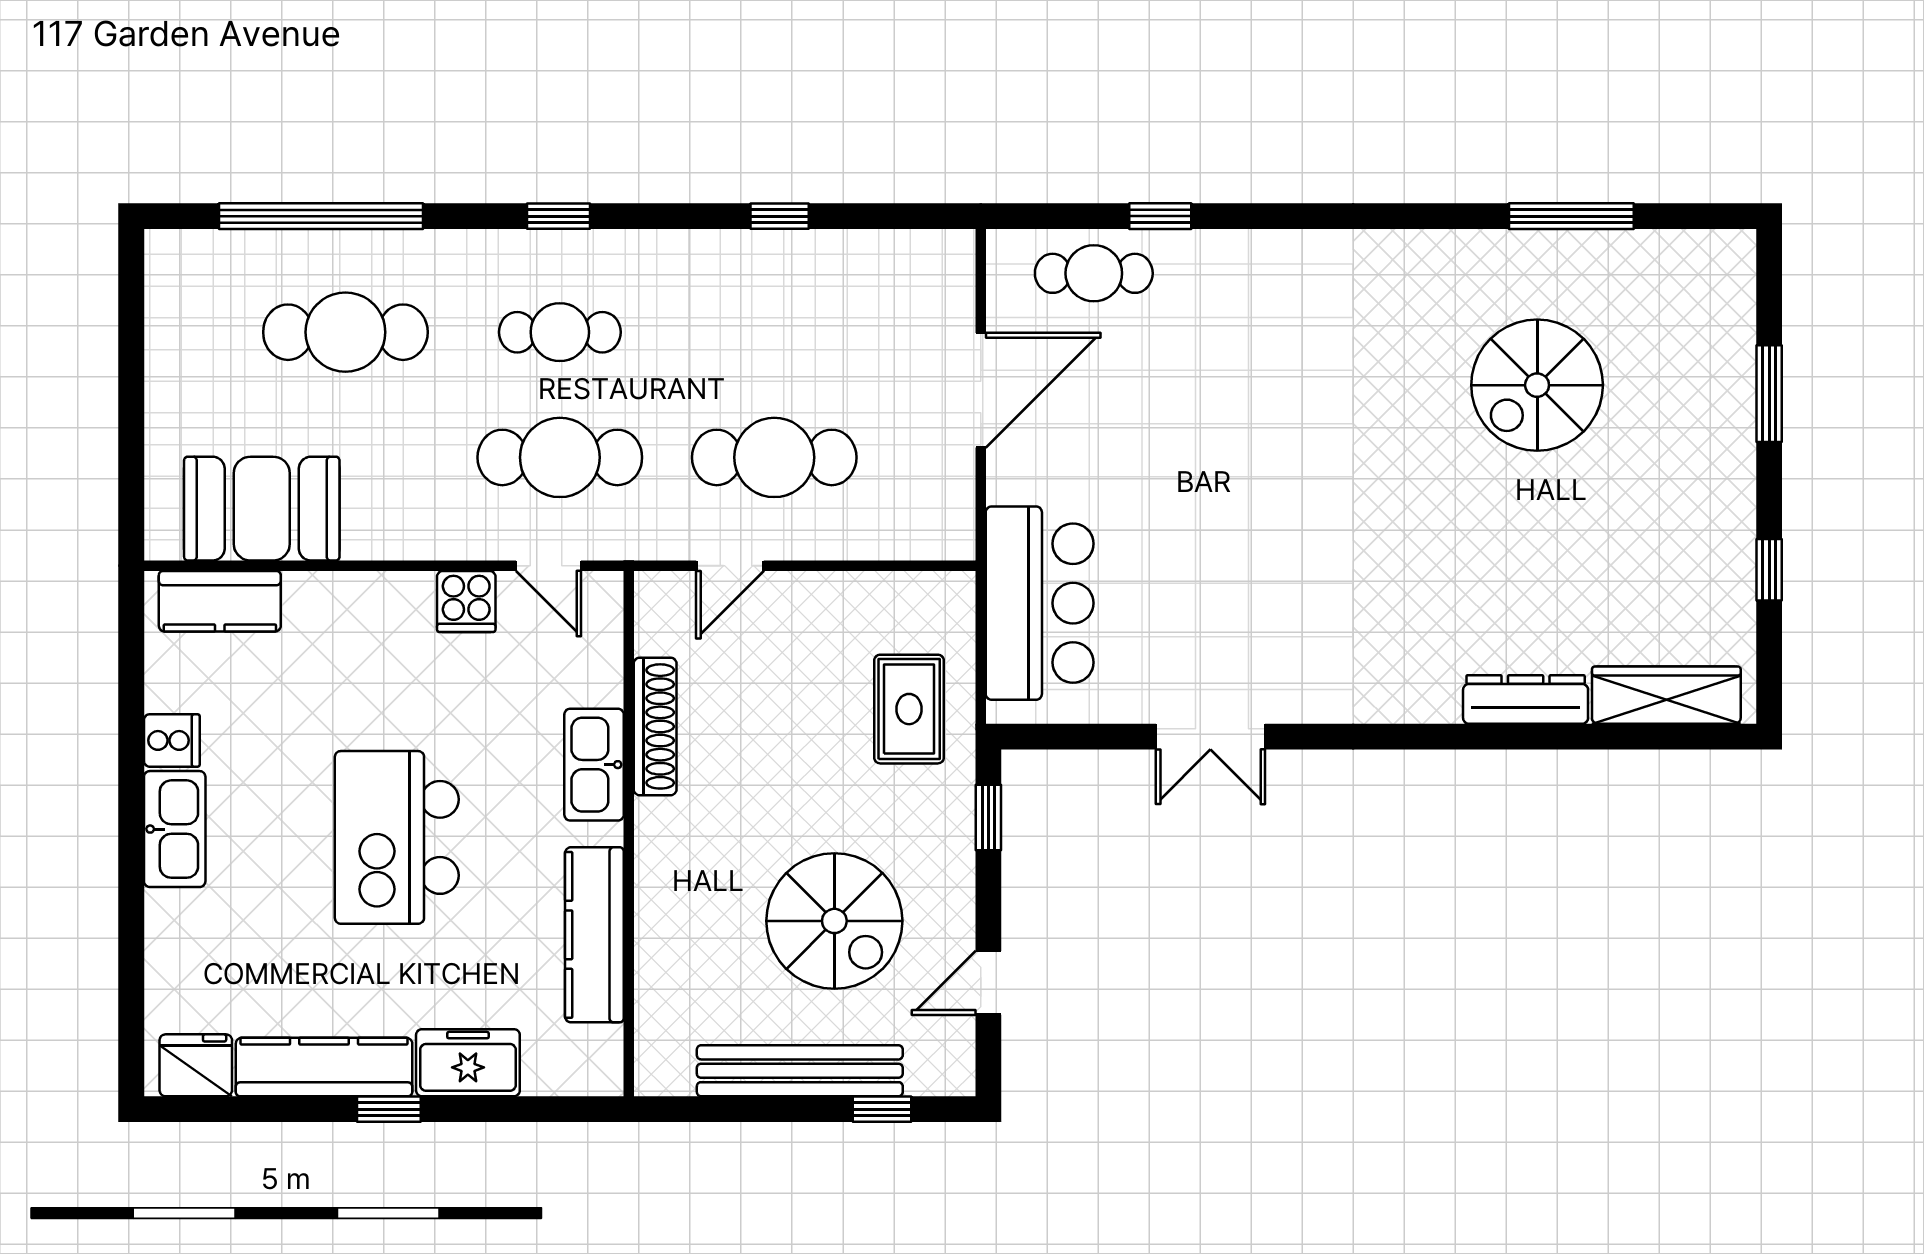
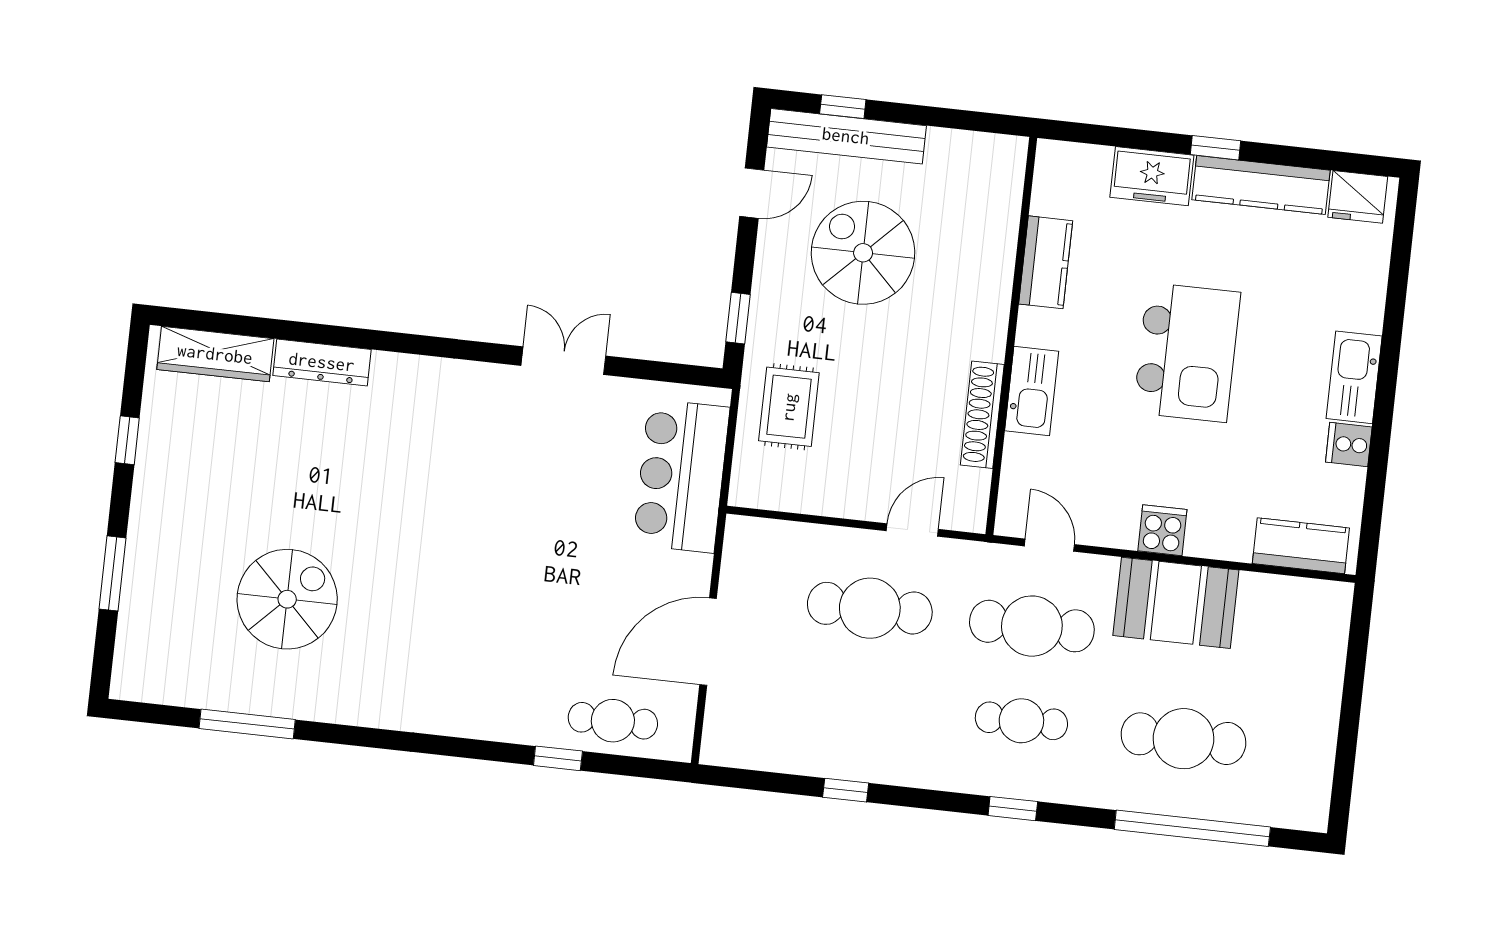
booth: (262, 509) -> (1176, 603), moved
cooker: (466, 602) -> (1162, 530), moved
kitchen counter: (594, 935) -> (1046, 262), width x0.67
bench: (800, 1071) -> (846, 136), moved

